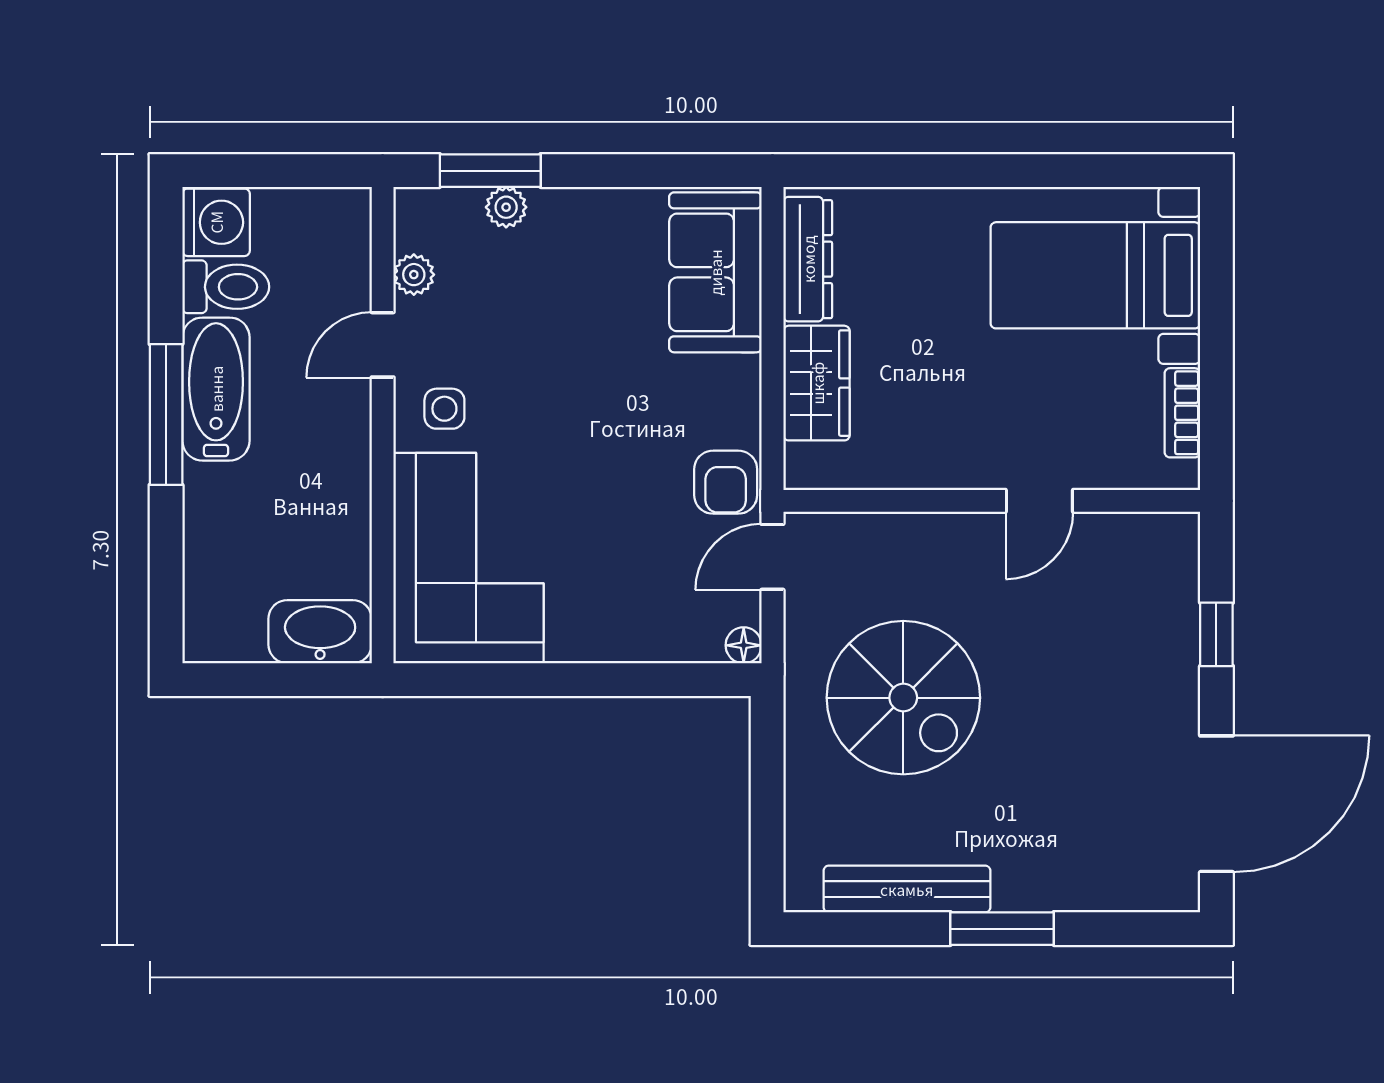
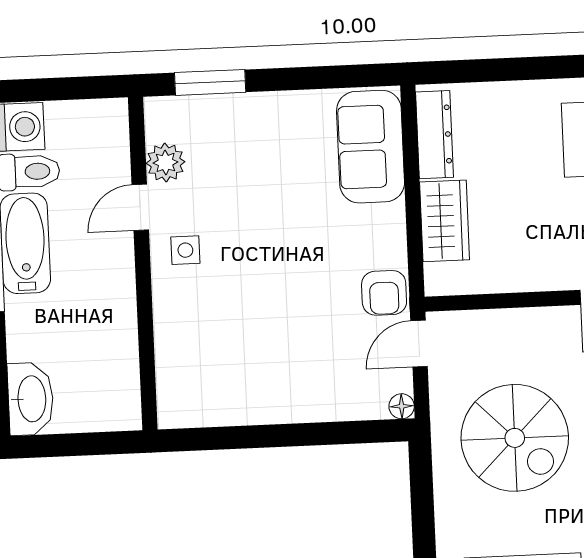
plant: (506, 207) -> (222, 107), removed
plant: (414, 275) -> (166, 162), width x1.38, depth x1.38
corner sofa: (469, 558) -> (207, 354), removed
washbasin: (320, 632) -> (31, 399), moved, turned 90

